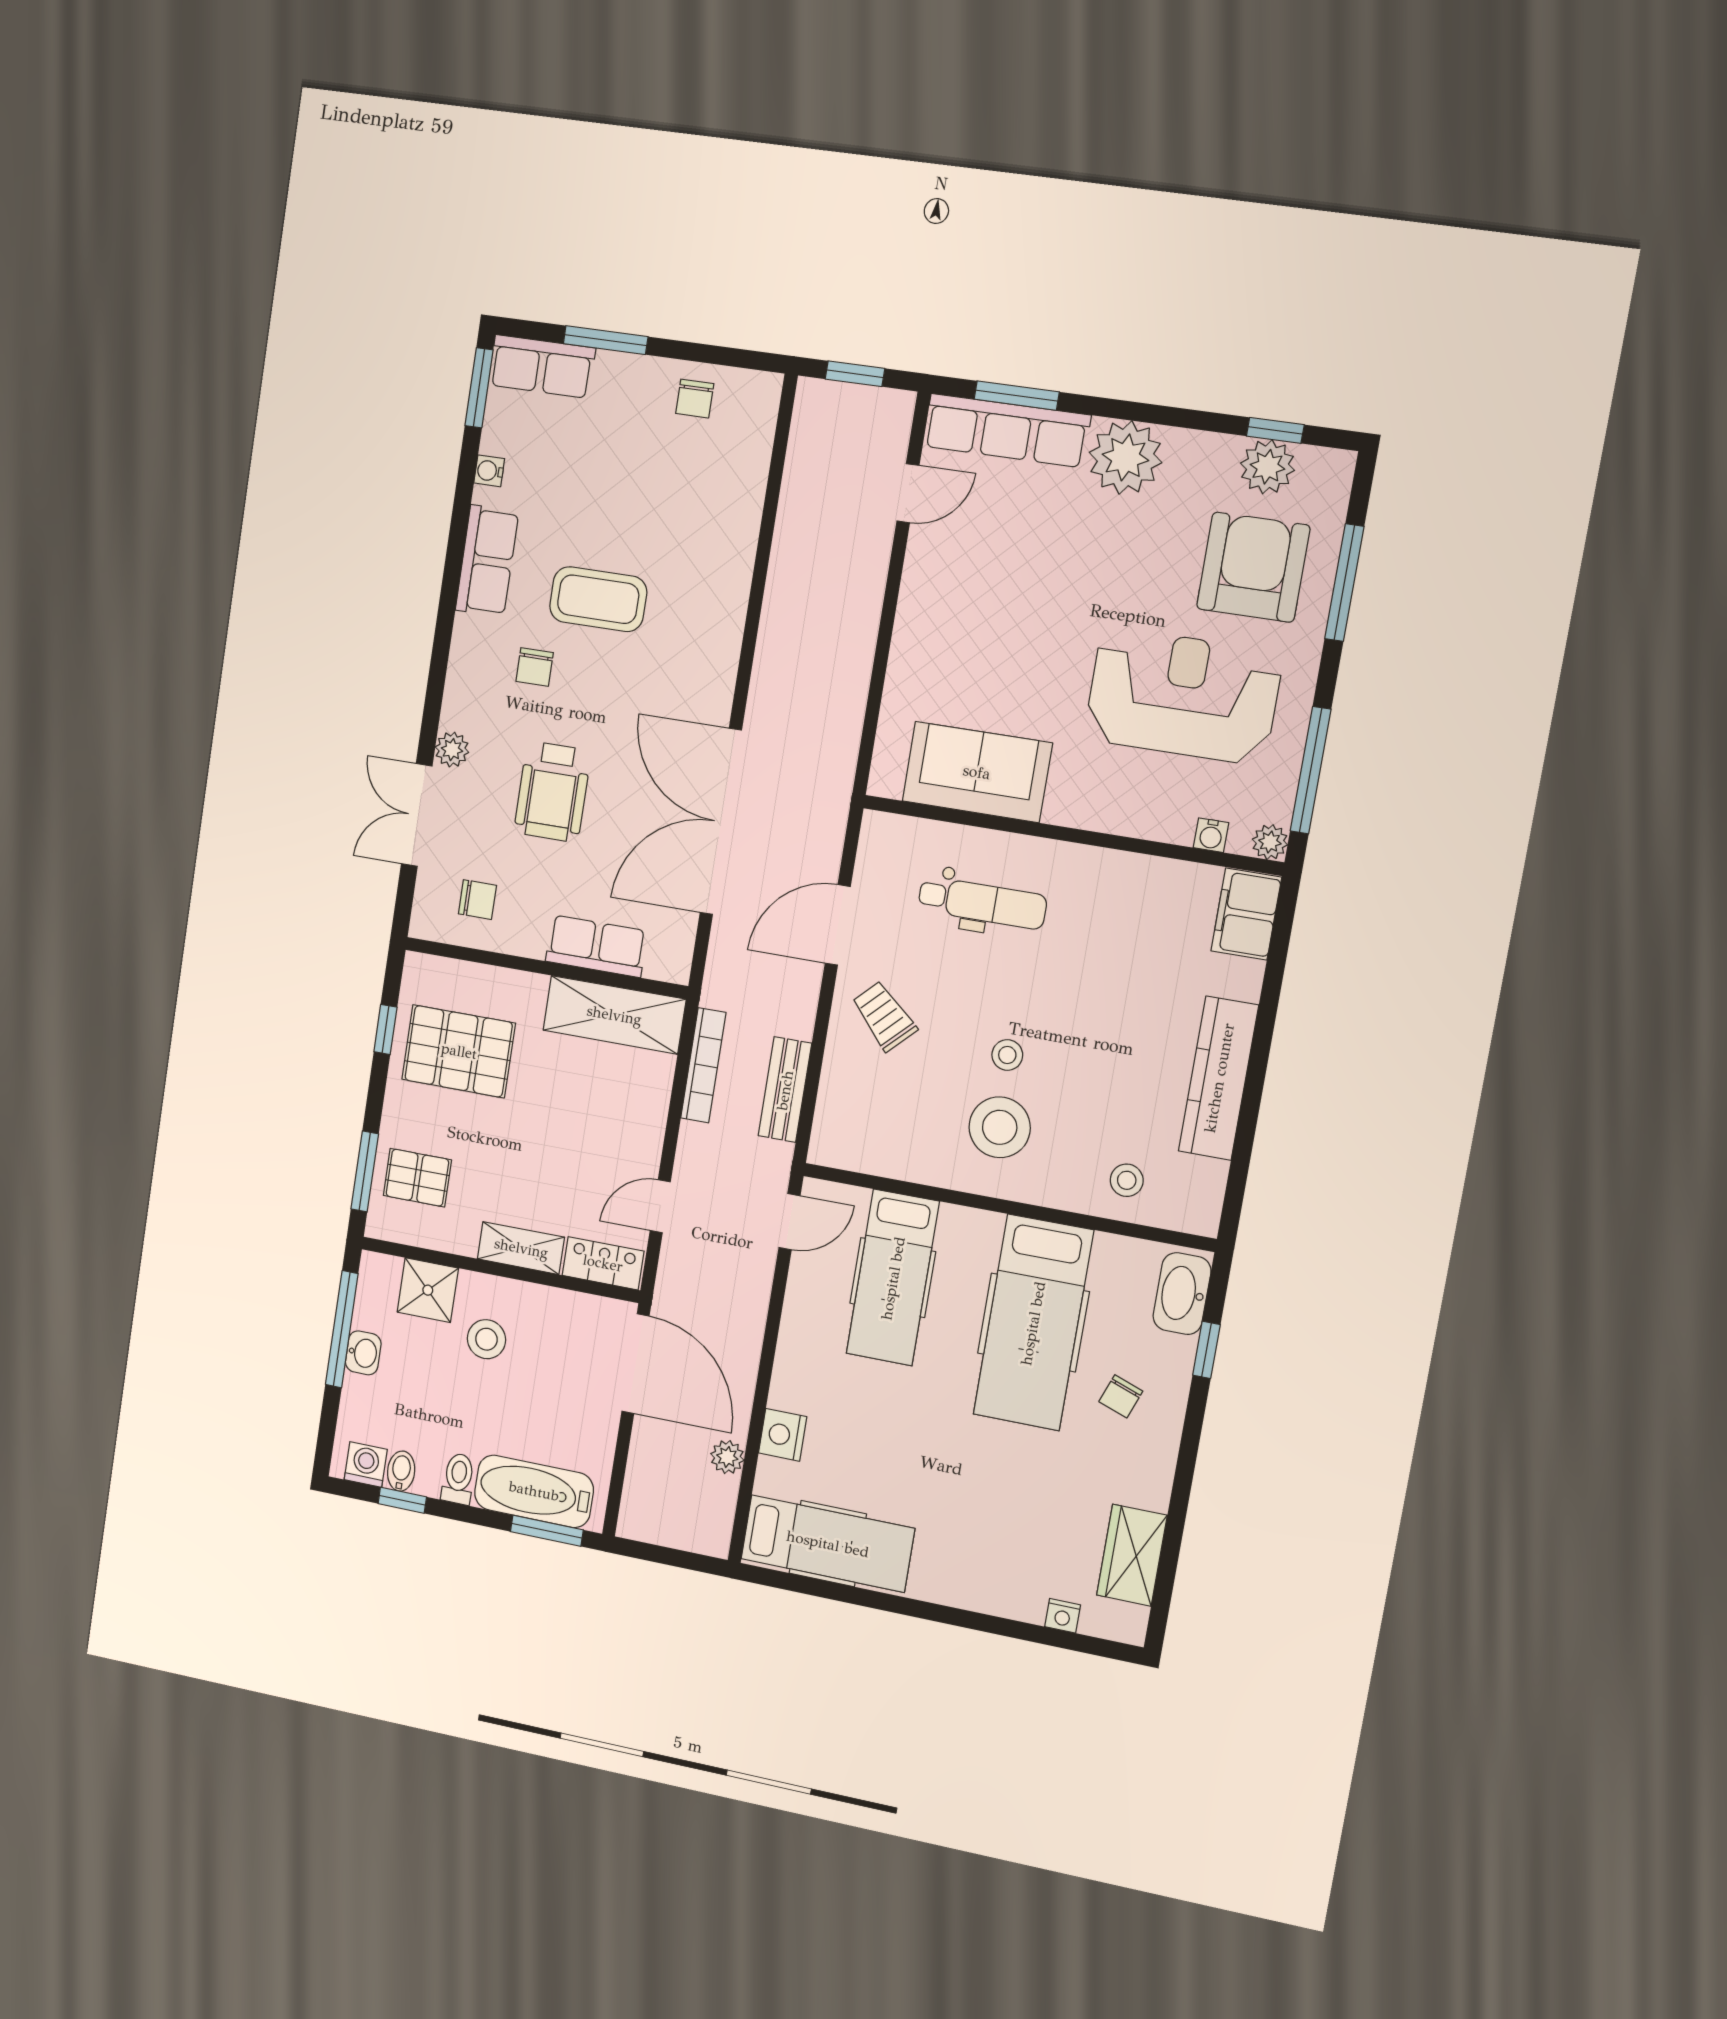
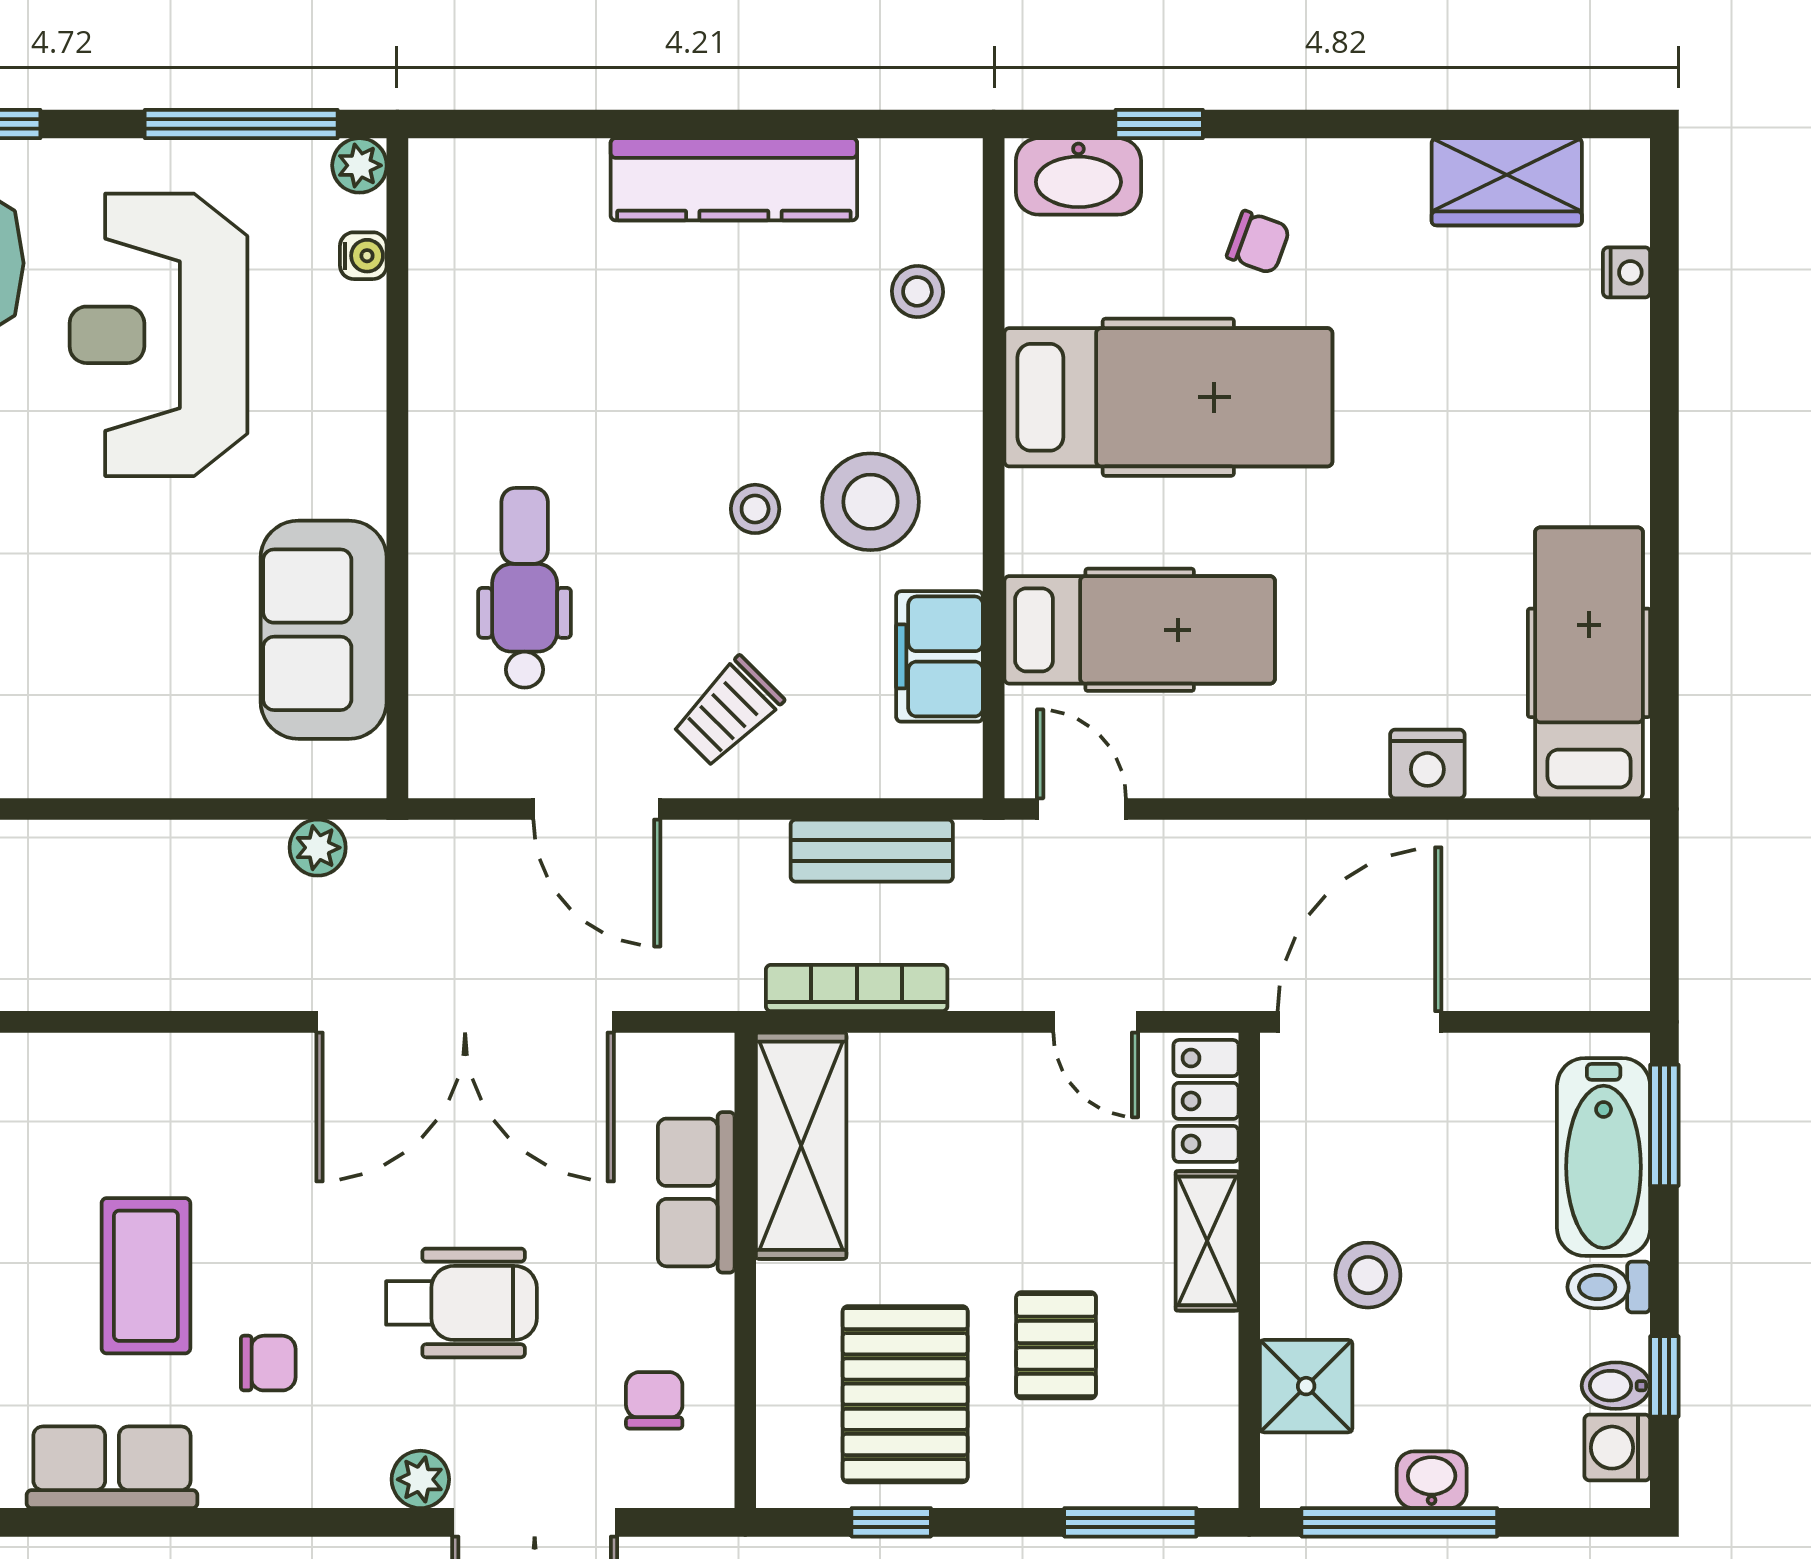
filing cabinet: (1246, 914) -> (940, 656), moved, turned 90
pallet: (417, 1178) -> (1056, 1345), moved
plant: (727, 1457) -> (318, 848), moved

